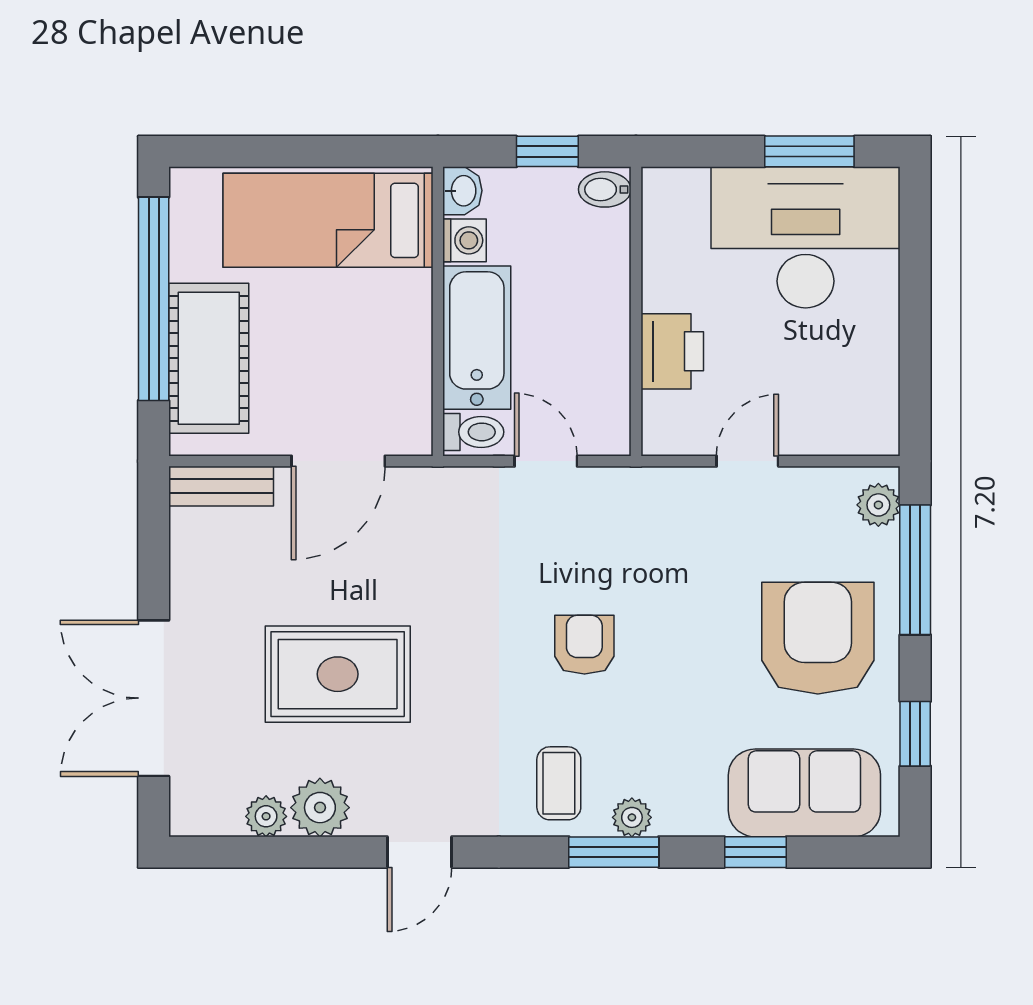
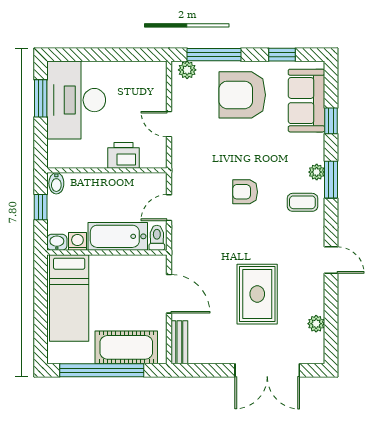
plant: (320, 808) -> (313, 301), removed

